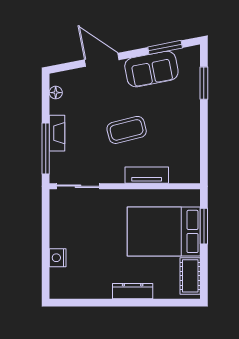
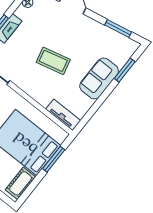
sofa: (151, 69) -> (99, 78), moved, turned 101
tv unit: (147, 175) -> (63, 115), moved

